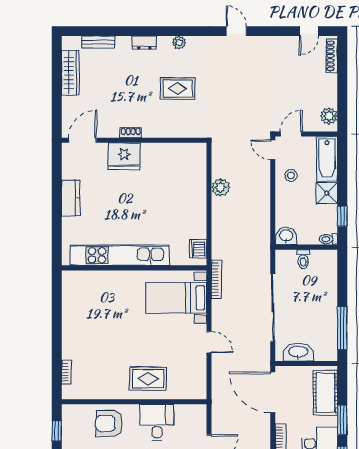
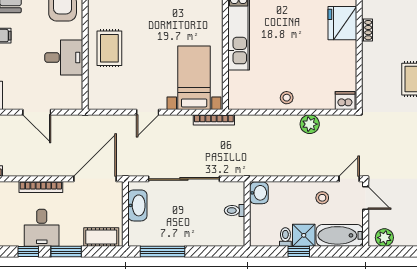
stool: (195, 209) -> (287, 98), added
window: (342, 216) -> (299, 251), moved
toilet: (328, 239) -> (285, 237), moved
dishwasher: (198, 249) -> (345, 101), moved
cot: (325, 393) -> (101, 237), width x0.73, depth x0.75

